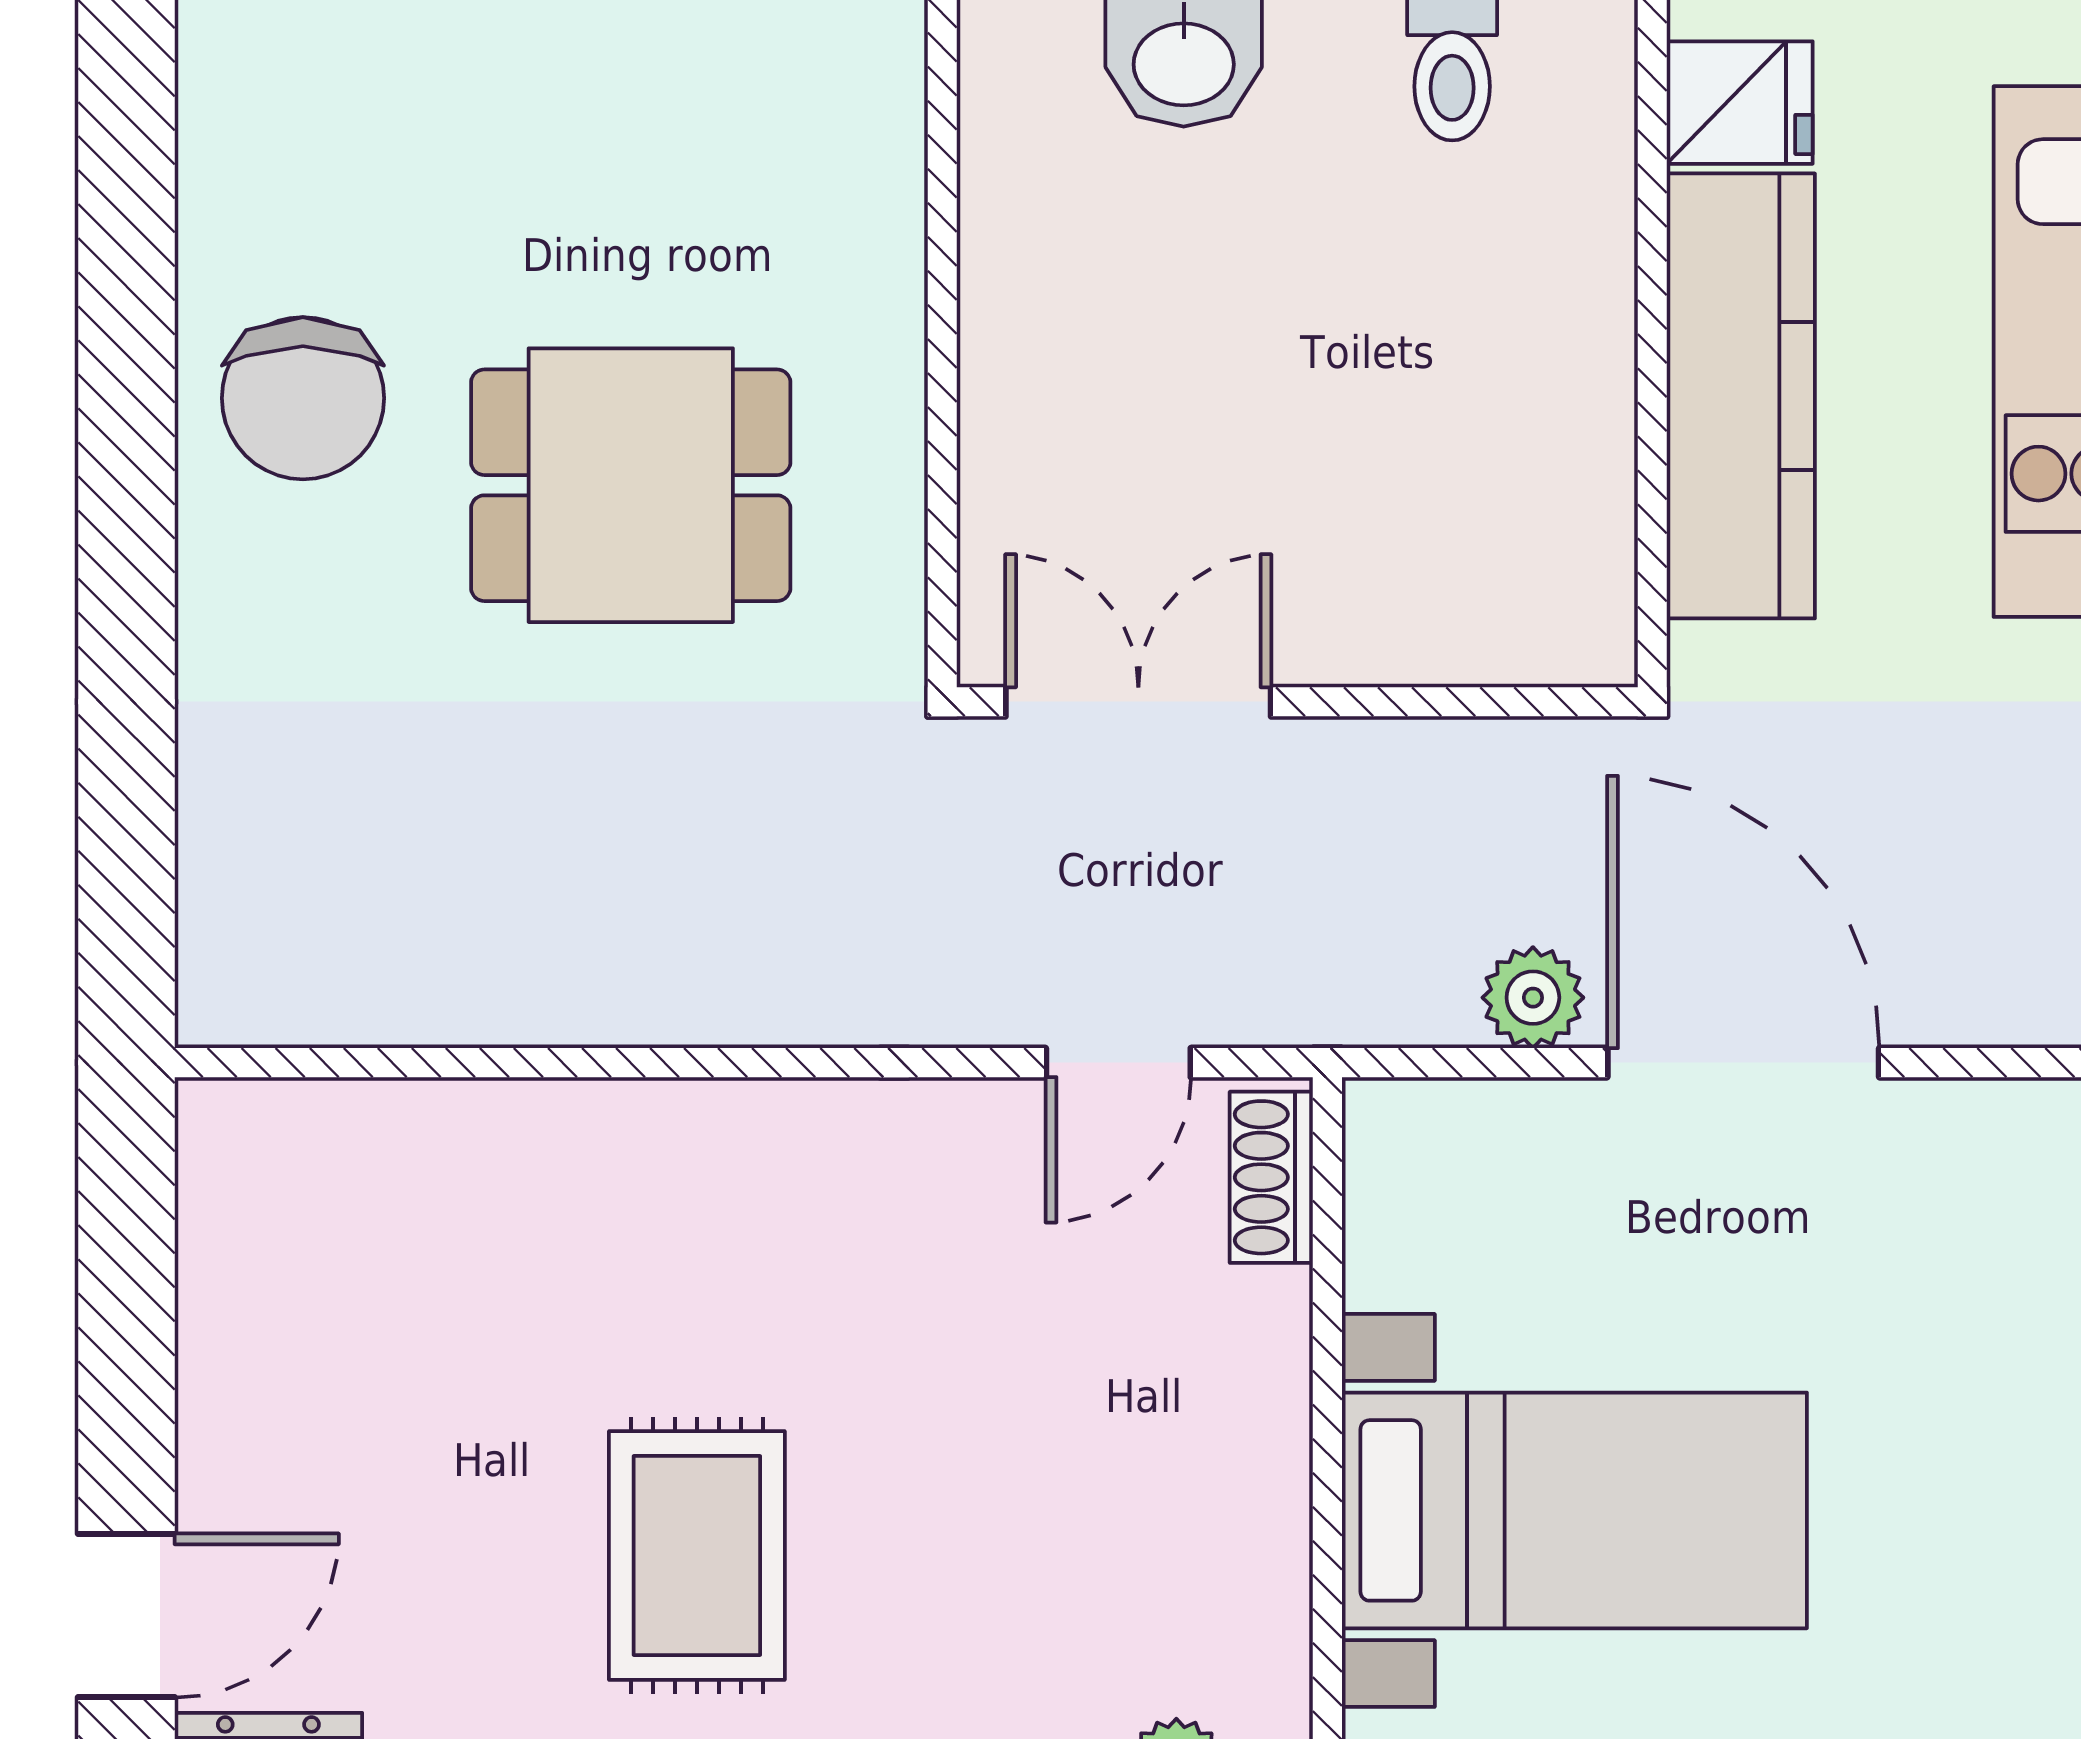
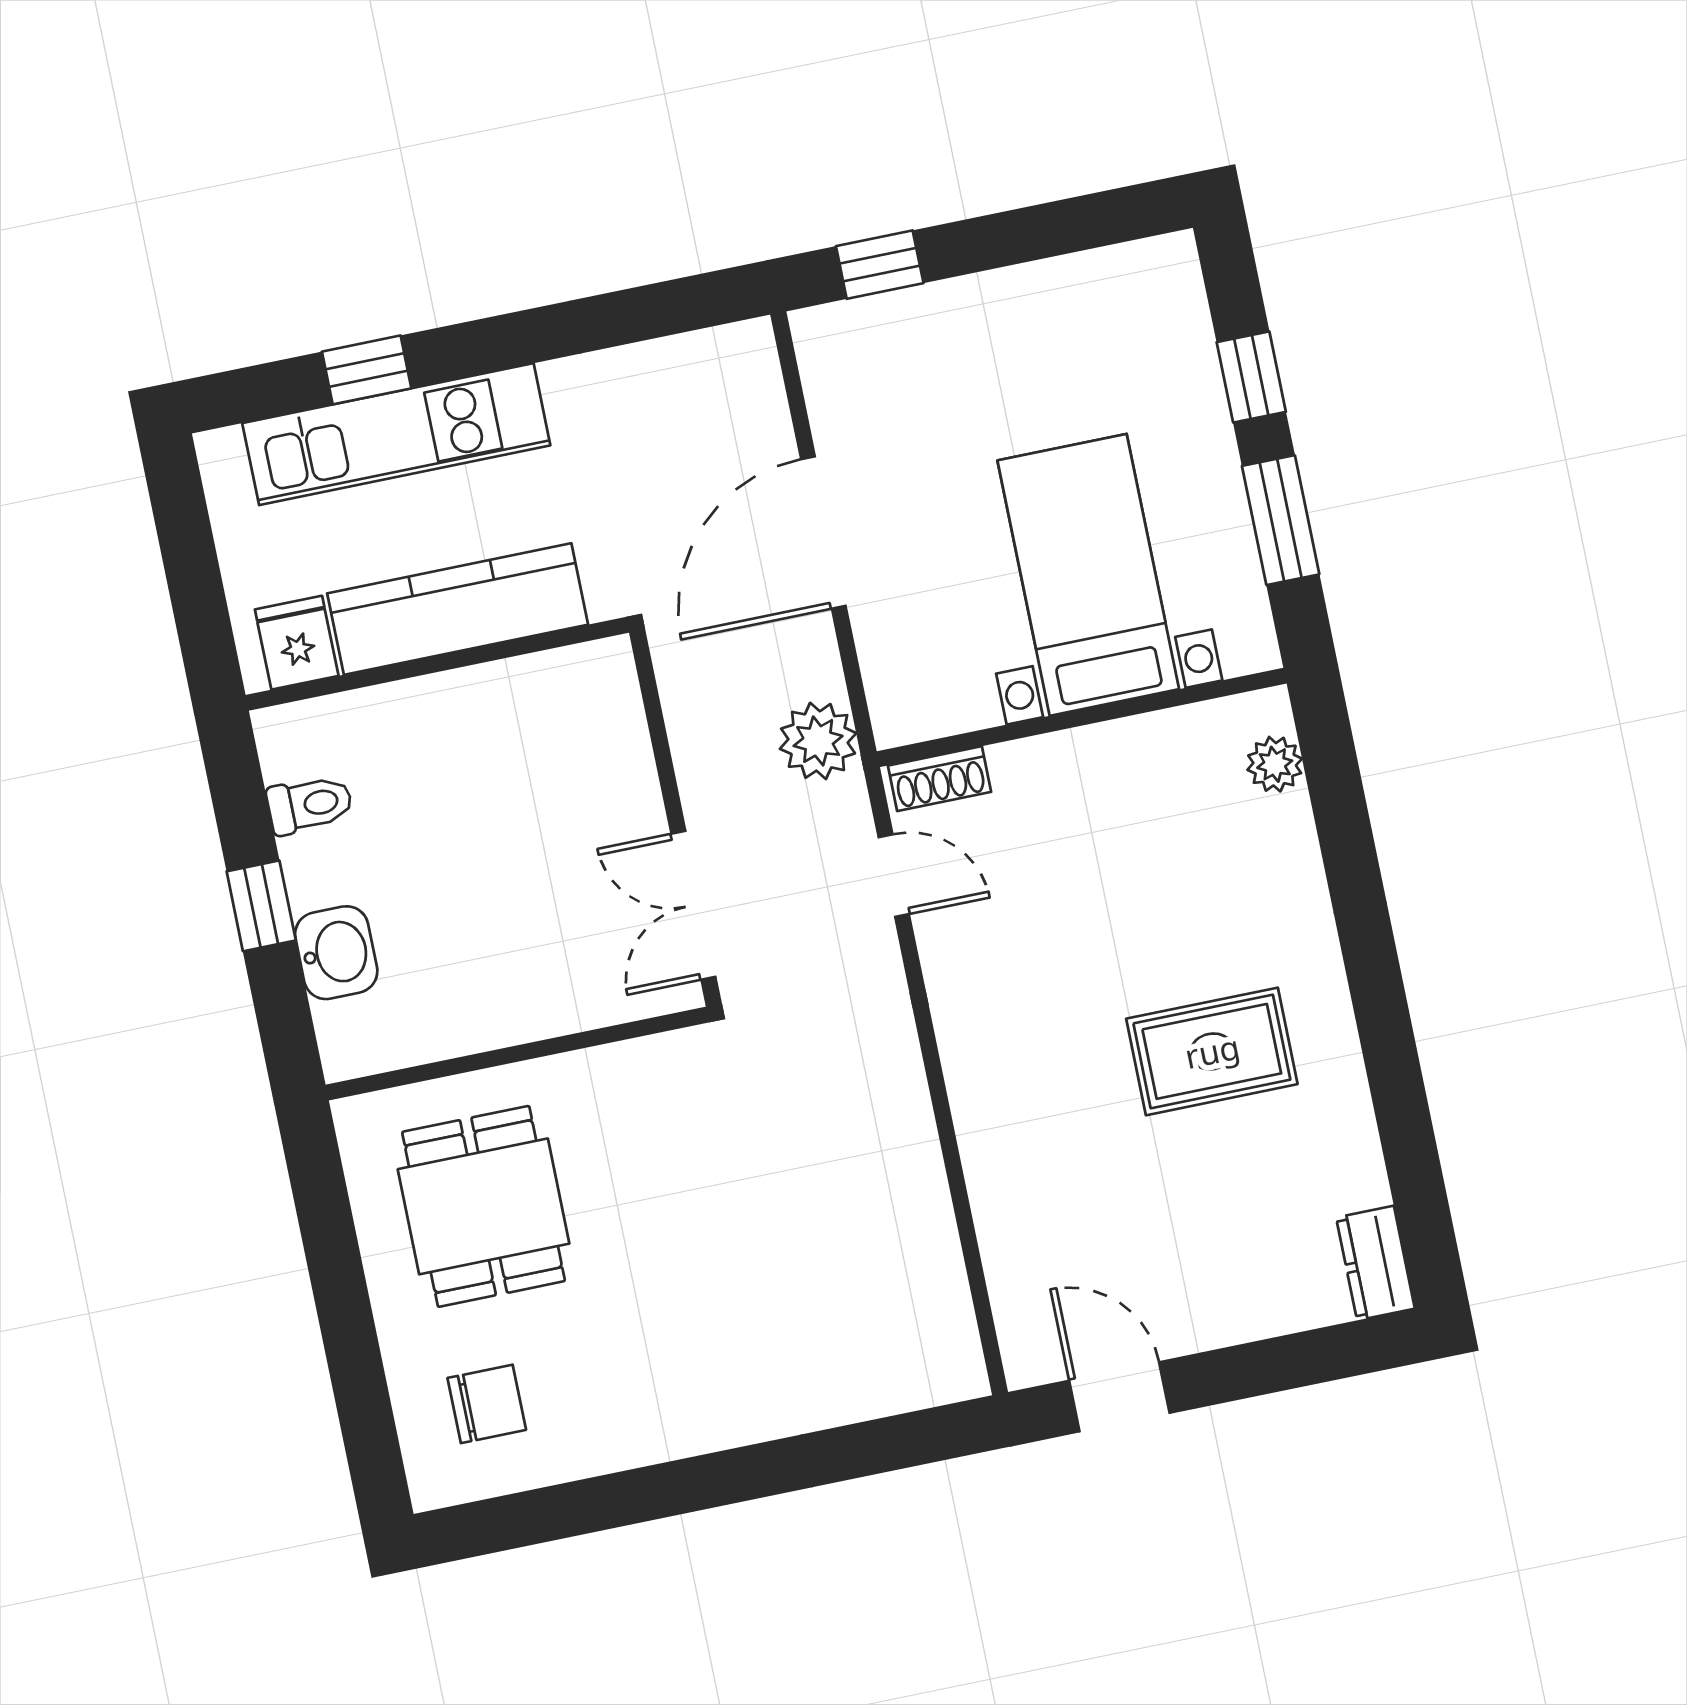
chair: (303, 398) -> (487, 1404), moved, width x0.73, depth x0.73
dining table: (631, 485) -> (484, 1206), moved
plant: (1533, 998) -> (818, 741), moved, width x1.38, depth x1.38
door: (126, 1616) -> (1119, 1397), moved

